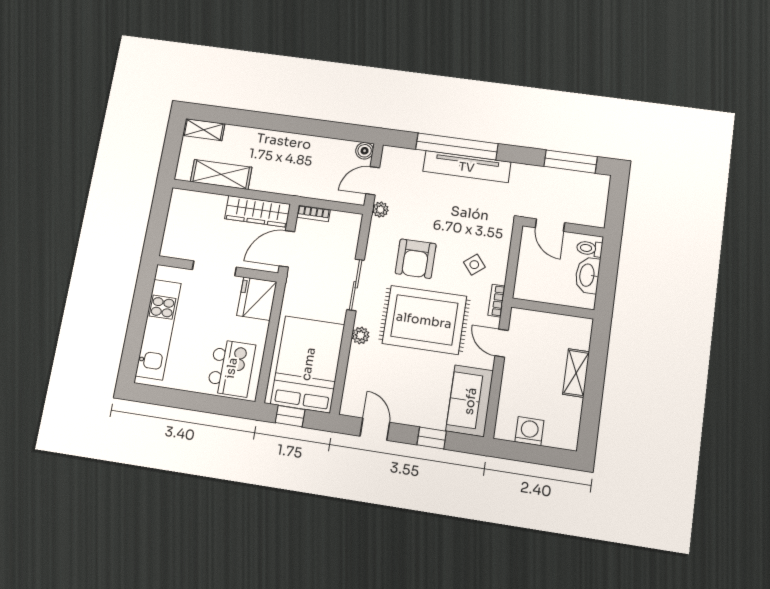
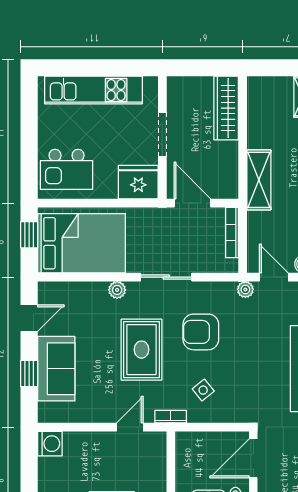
shelving: (221, 174) -> (259, 180), moved
wardrobe: (258, 211) -> (226, 108), moved
bookcase: (313, 213) -> (232, 232), width x1.56
door: (550, 225) -> (253, 458), width x1.38
rug: (424, 320) -> (142, 350), width x0.73, depth x0.69
sofa: (470, 401) -> (56, 369), moved, turned 90
washing machine: (529, 431) -> (50, 444), moved

